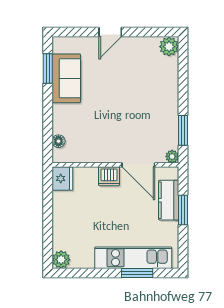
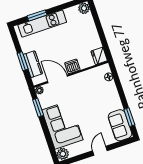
sofa: (66, 78) -> (120, 125), moved
corner sofa: (155, 91) -> (62, 125), added

